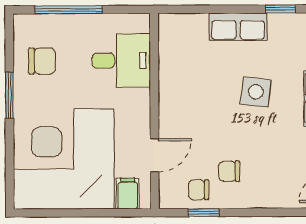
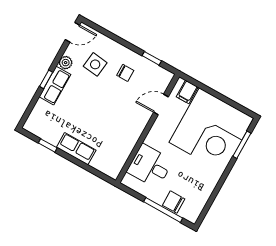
chair: (42, 61) -> (174, 202), moved
side table: (256, 92) -> (95, 64), moved
window: (9, 95) -> (242, 145), moved
chair: (199, 190) -> (148, 72), removed

